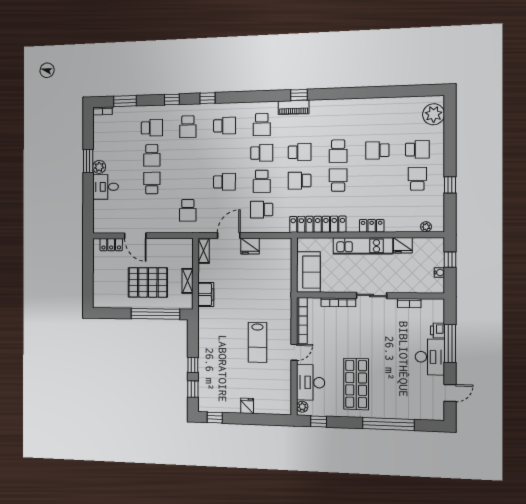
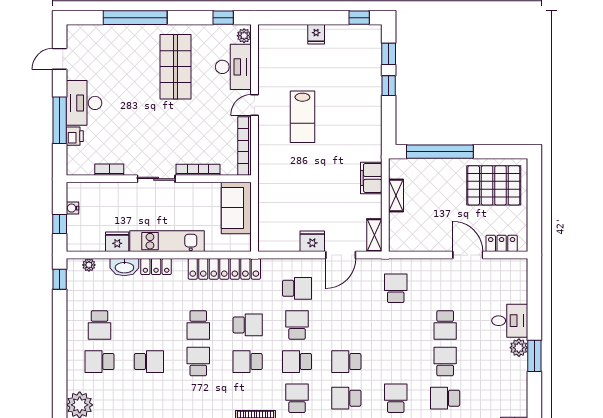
school desk: (224, 182) -> (346, 362), moved
window: (450, 185) -> (60, 279), moved
washbasin: (397, 225) -> (124, 267), added
pallet: (148, 282) -> (494, 185), moved
lab bench: (257, 342) -> (302, 117), turned 180

